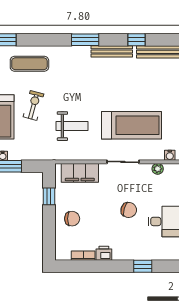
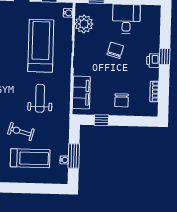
plant: (158, 169) -> (84, 24), width x1.87, depth x1.87
chair: (72, 219) -> (122, 100), turned 180
printer: (104, 253) -> (153, 61), moved
window: (143, 266) -> (165, 56), moved

